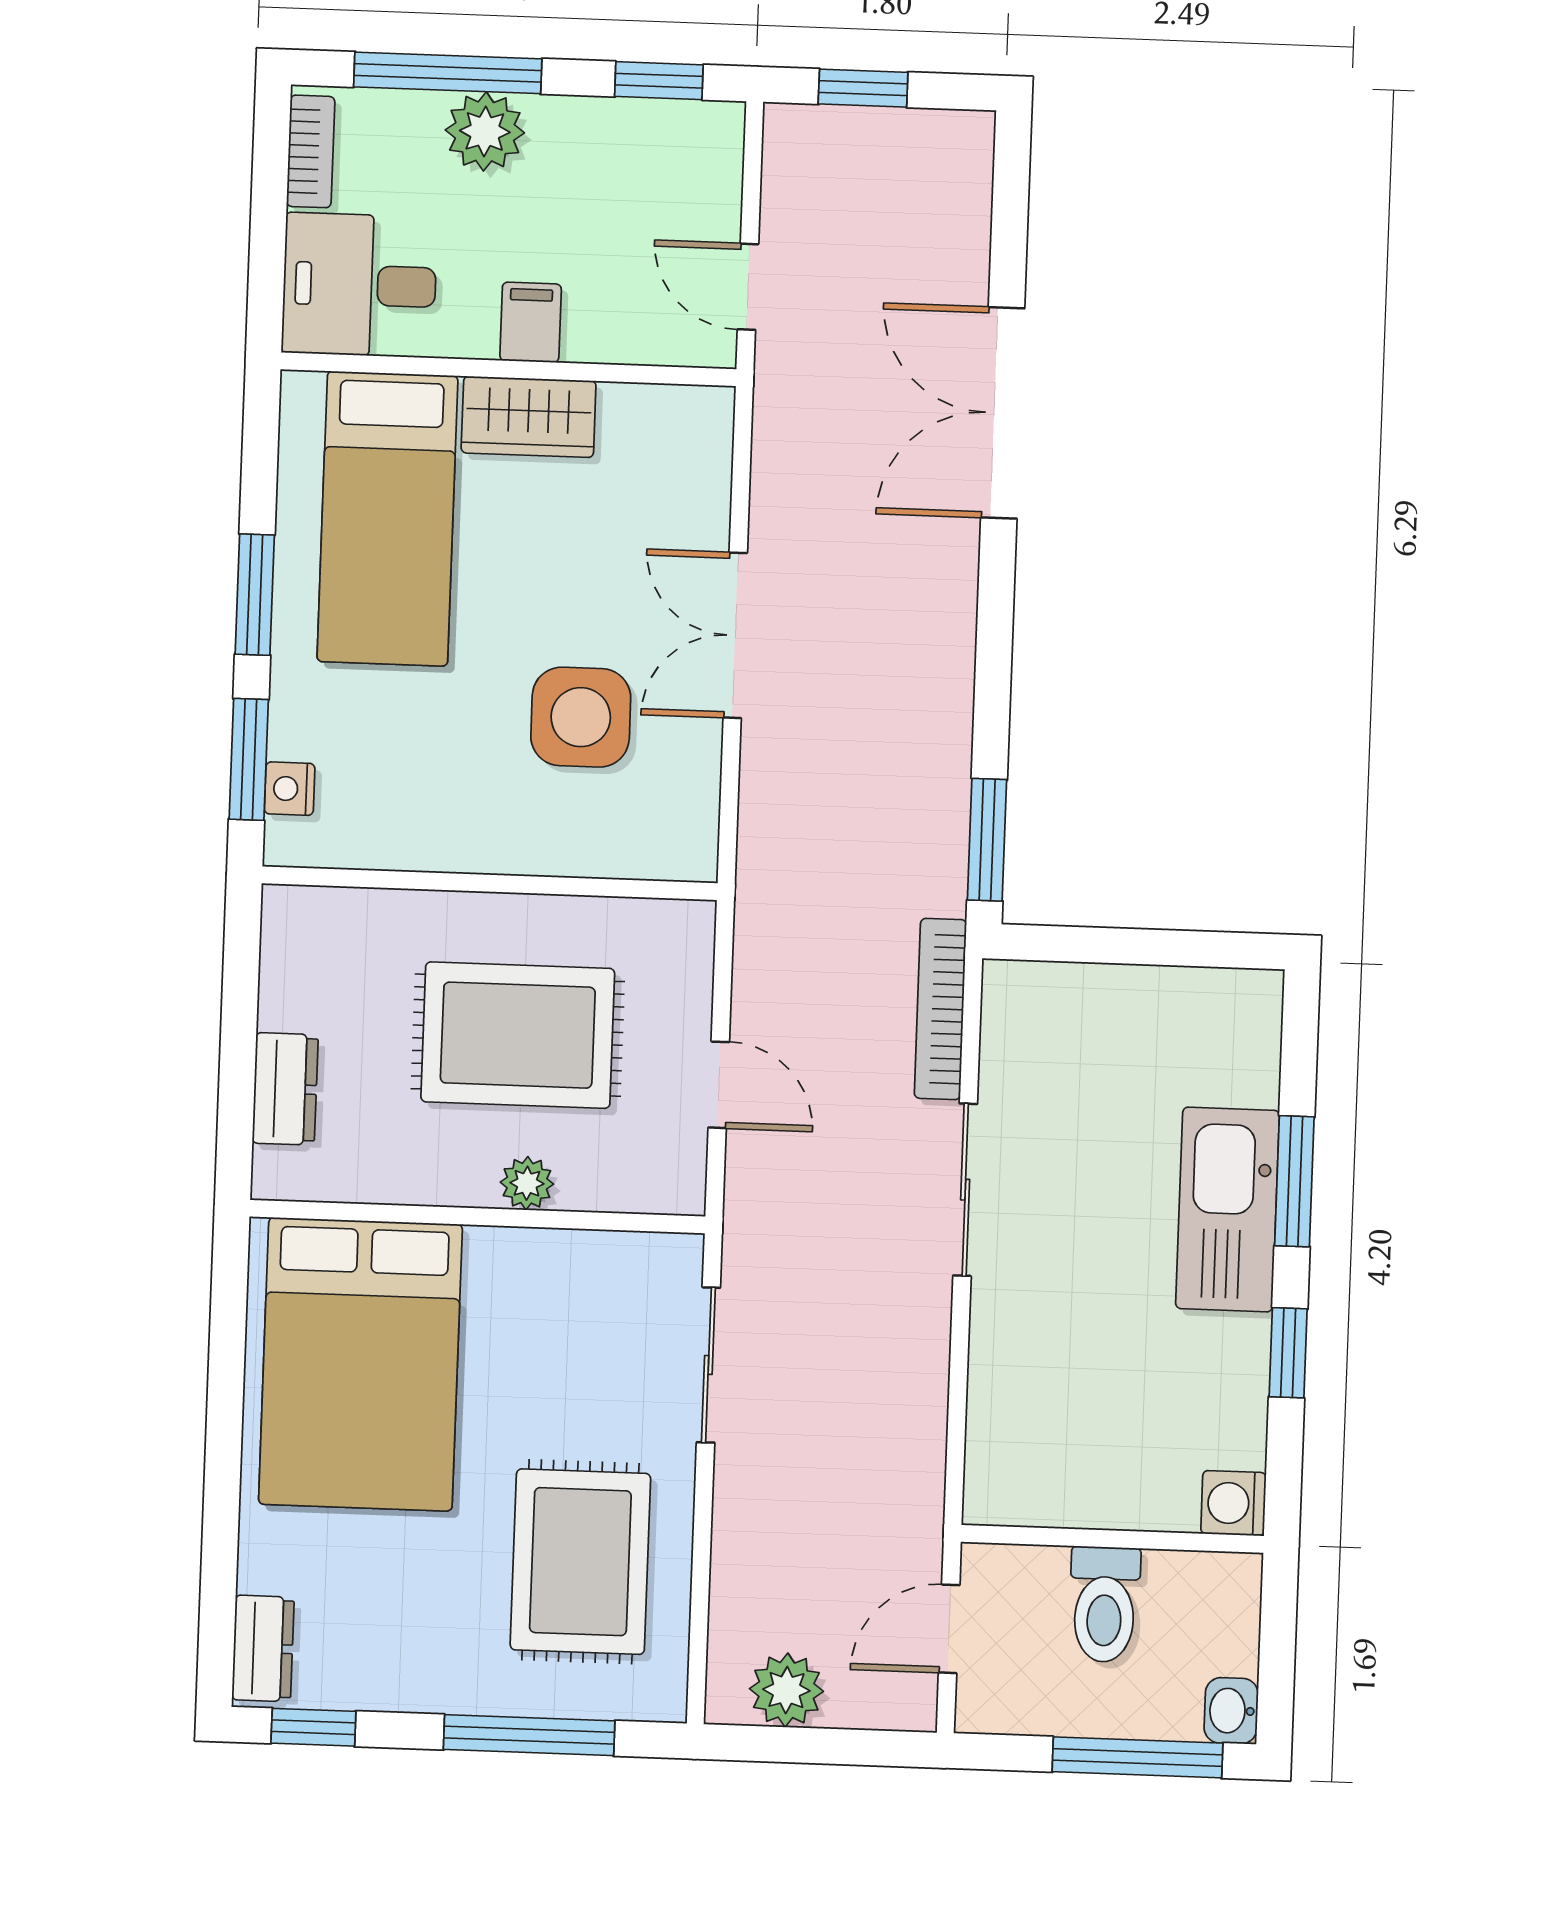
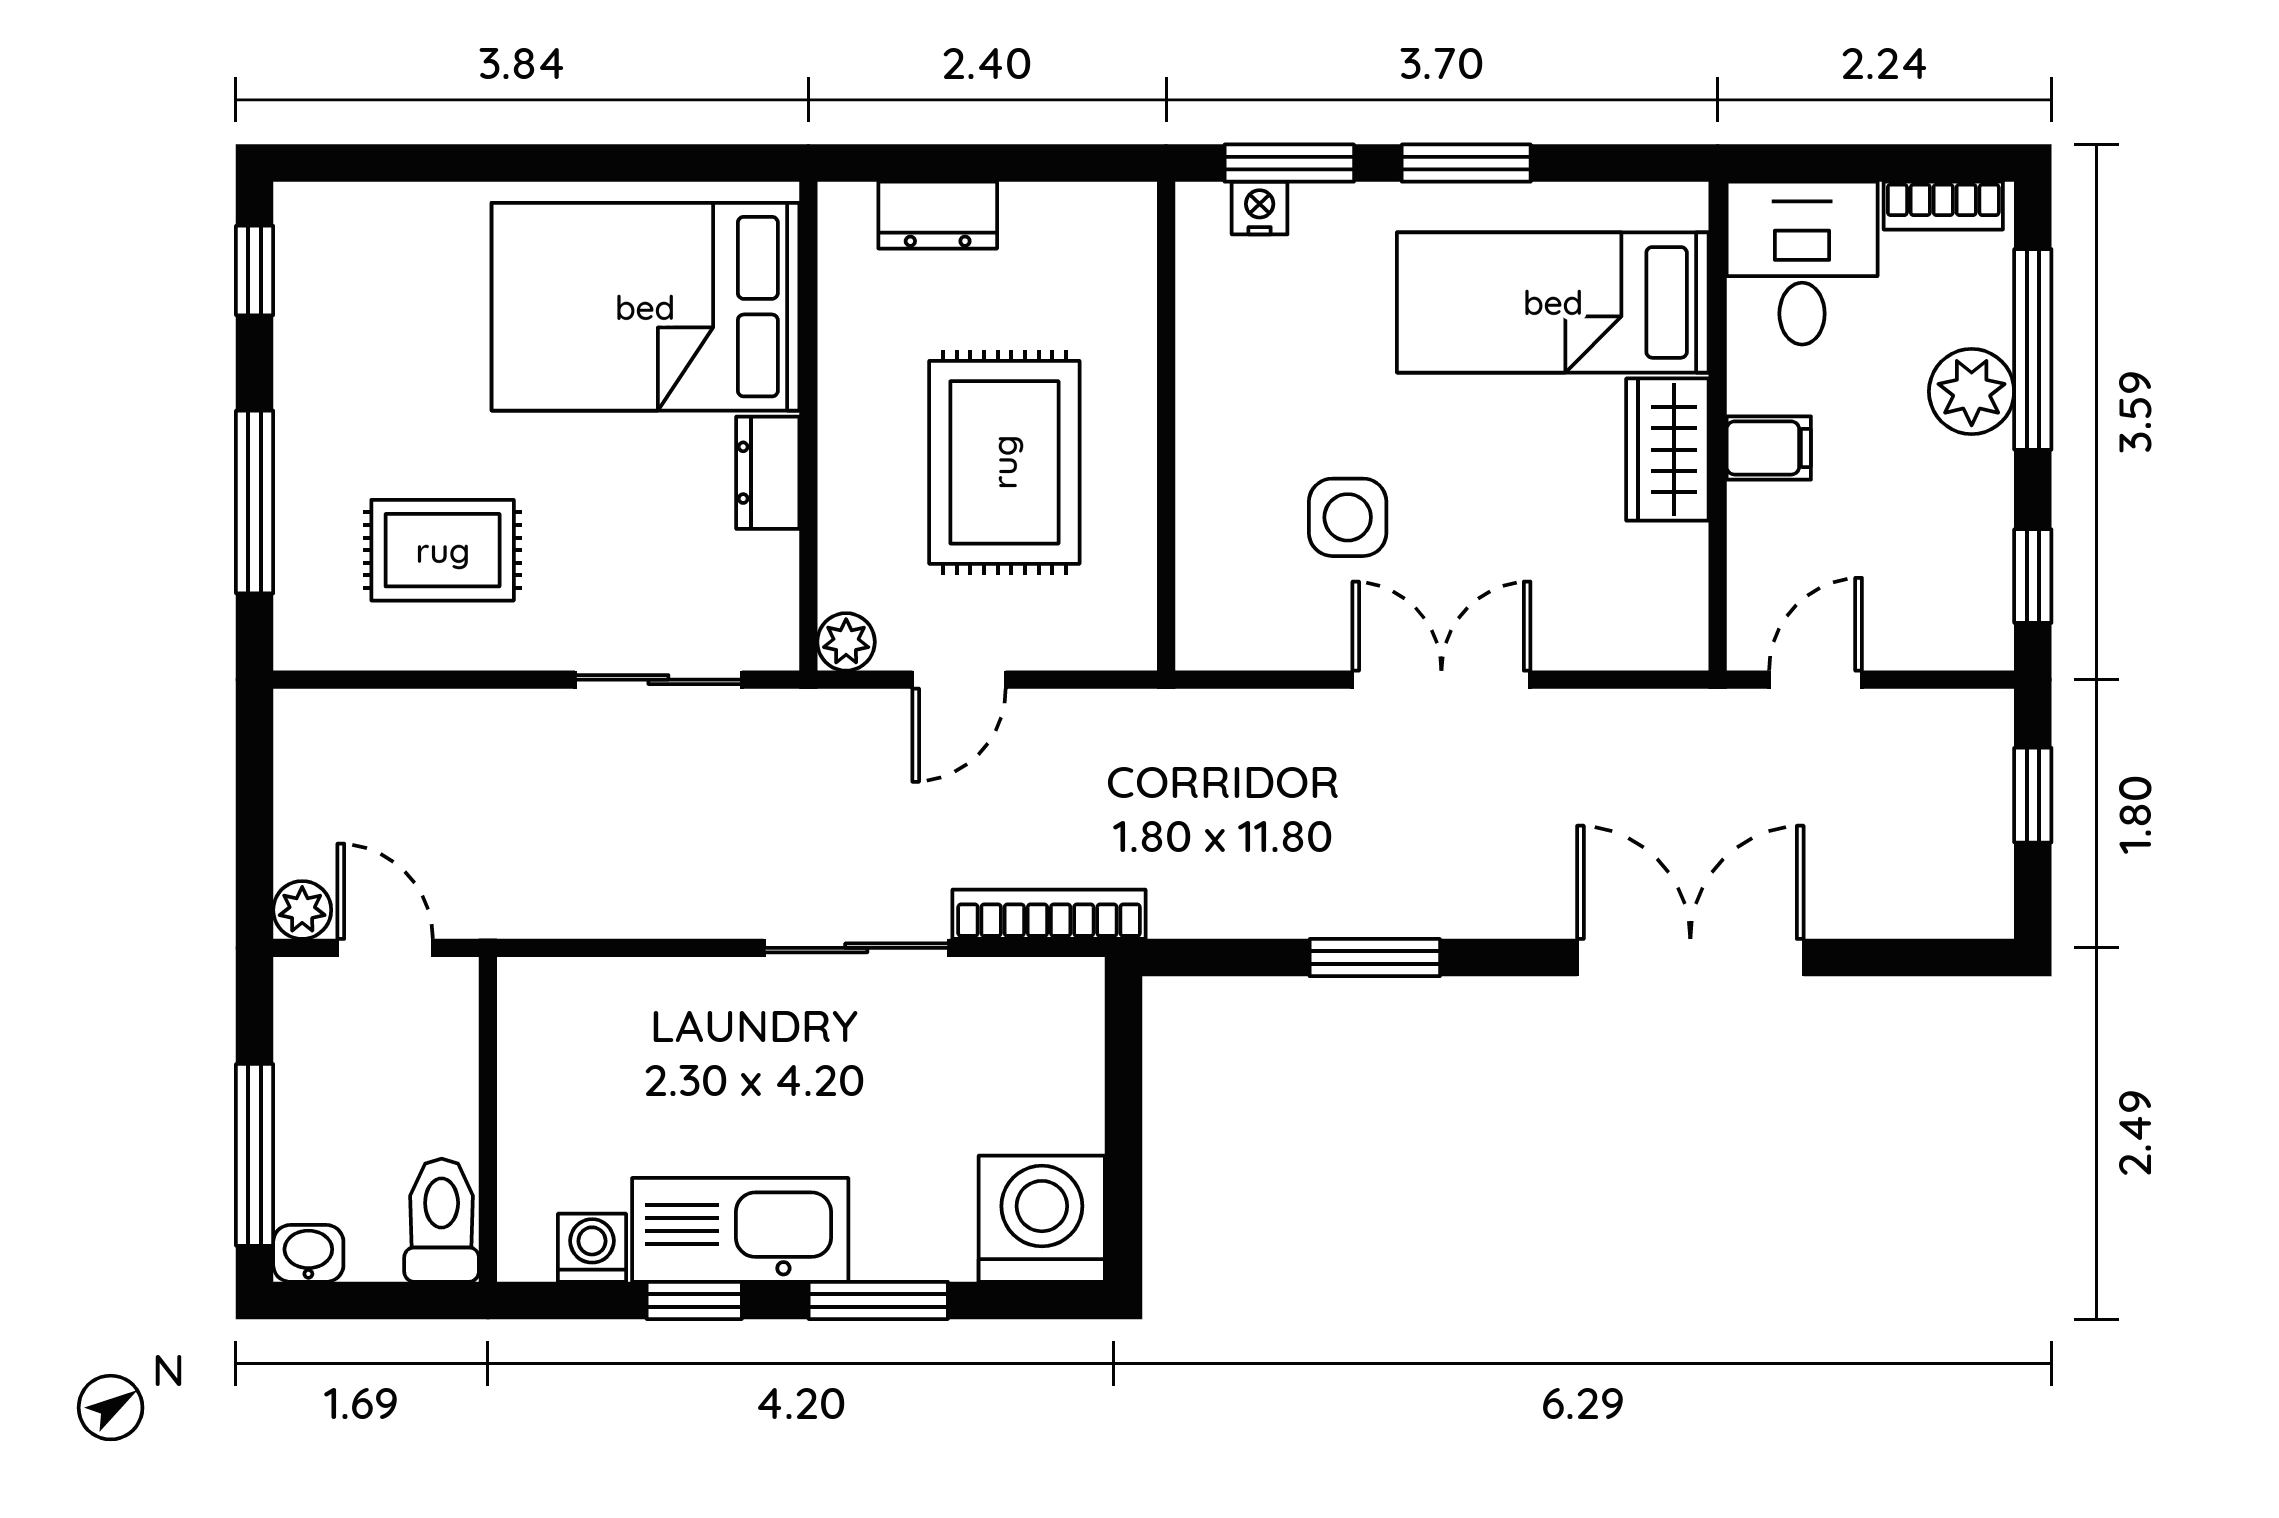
side table: (581, 717) -> (1348, 517), width x0.73, depth x0.73
window: (987, 840) -> (1375, 958), moved
washing machine: (1224, 1026) -> (1042, 1219), added
plant: (527, 1183) -> (846, 642), moved
kitchen sink: (1228, 1209) -> (740, 1230), moved
washing machine: (1233, 1503) -> (592, 1248), moved
rug: (580, 1562) -> (443, 550), width x0.73, depth x0.70
toilet: (1104, 1604) -> (442, 1220), moved, turned 90
dresser: (263, 1648) -> (768, 473), moved, turned 90
plant: (786, 1690) -> (302, 910), moved, width x0.73, depth x0.73

